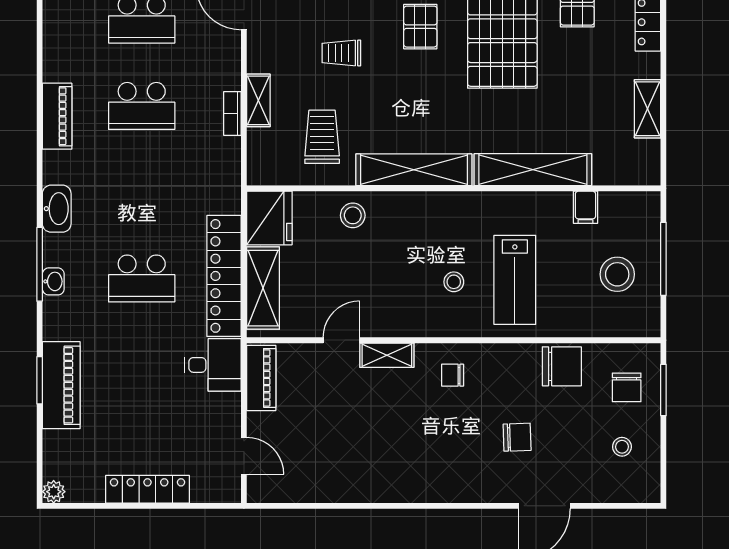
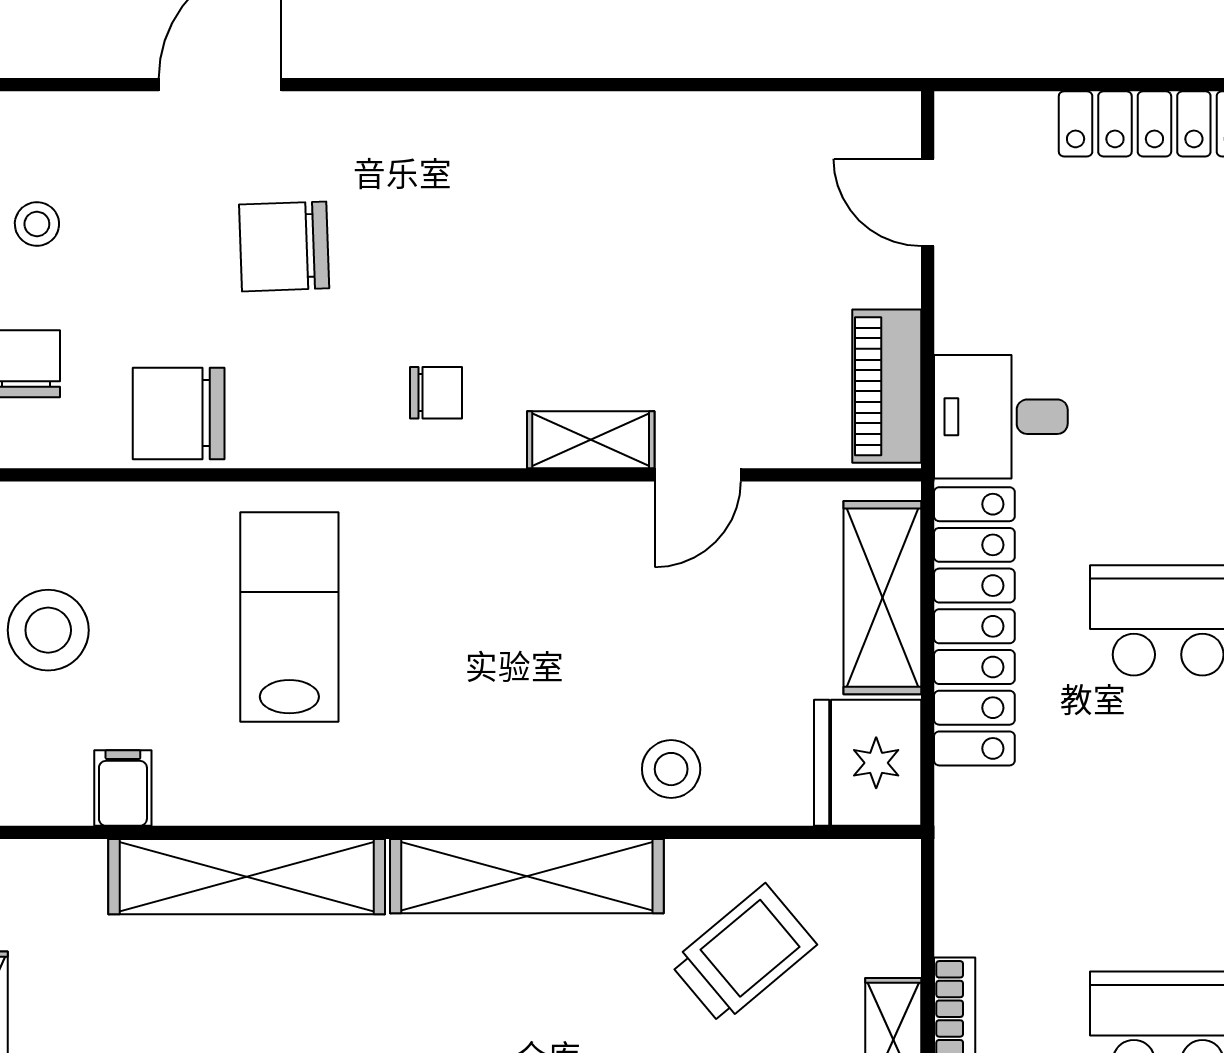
trolley: (322, 137) -> (743, 954), turned -130
stool: (454, 282) -> (433, 612), removed
chair: (517, 437) -> (284, 246), width x1.37, depth x1.37

